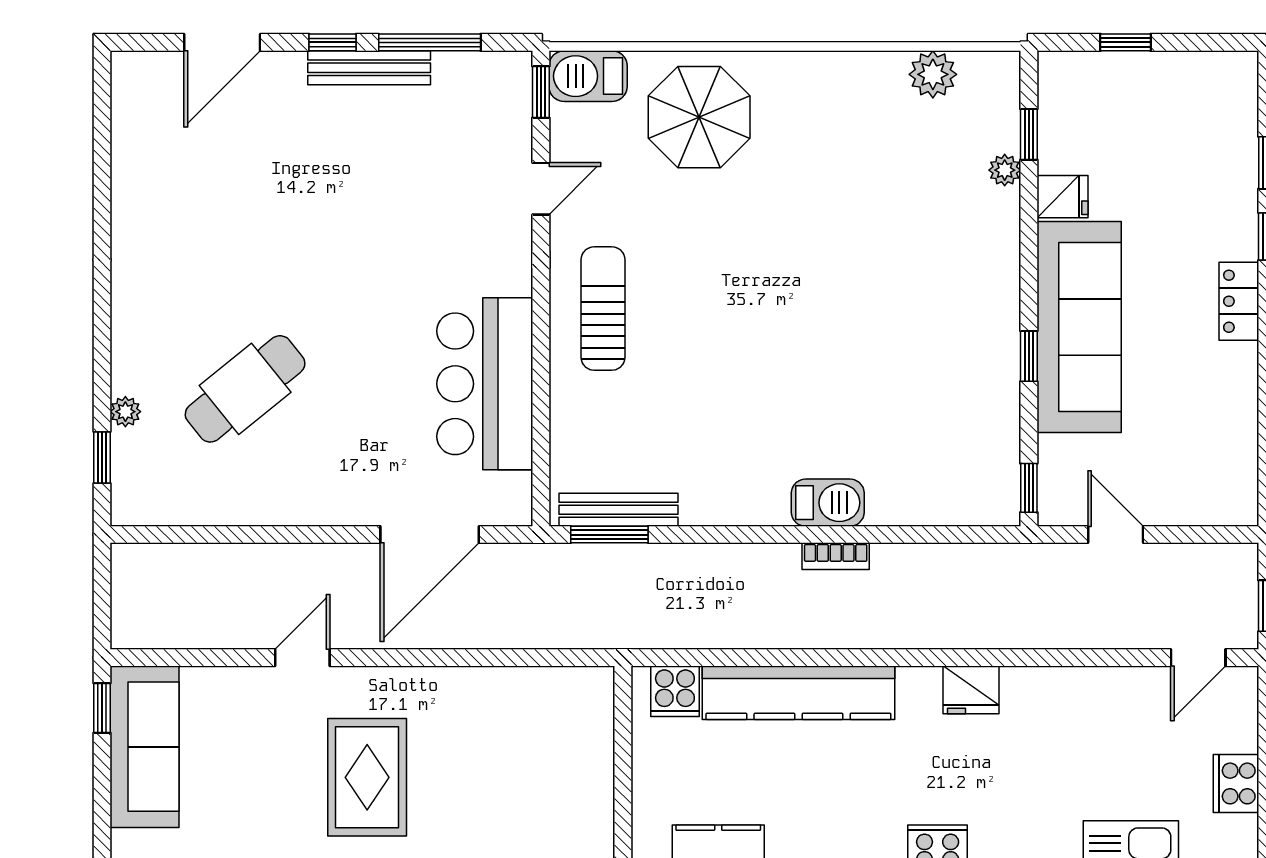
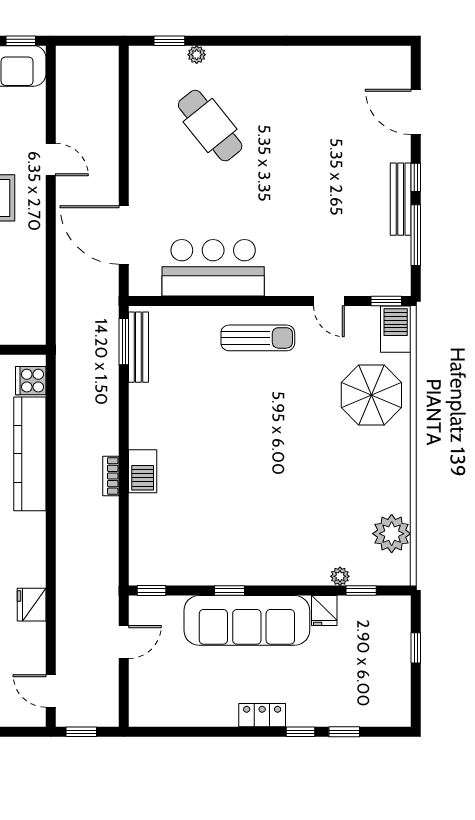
plant: (933, 74) -> (392, 534), width x1.36, depth x1.36
fridge: (971, 690) -> (32, 605), moved

